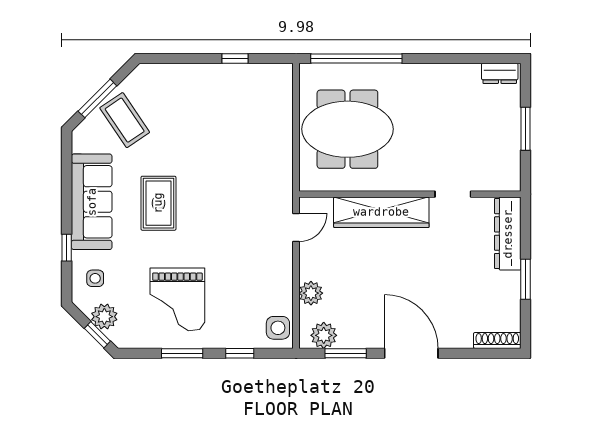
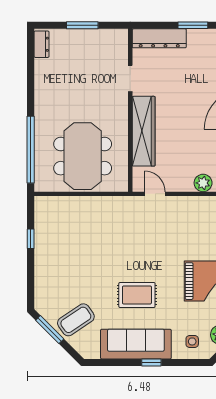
window: (97, 98) -> (50, 330), moved
window: (67, 248) -> (151, 362), moved

